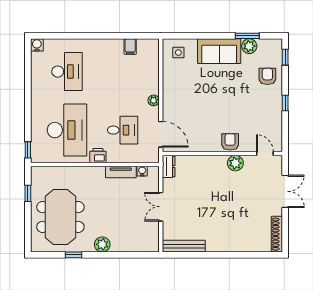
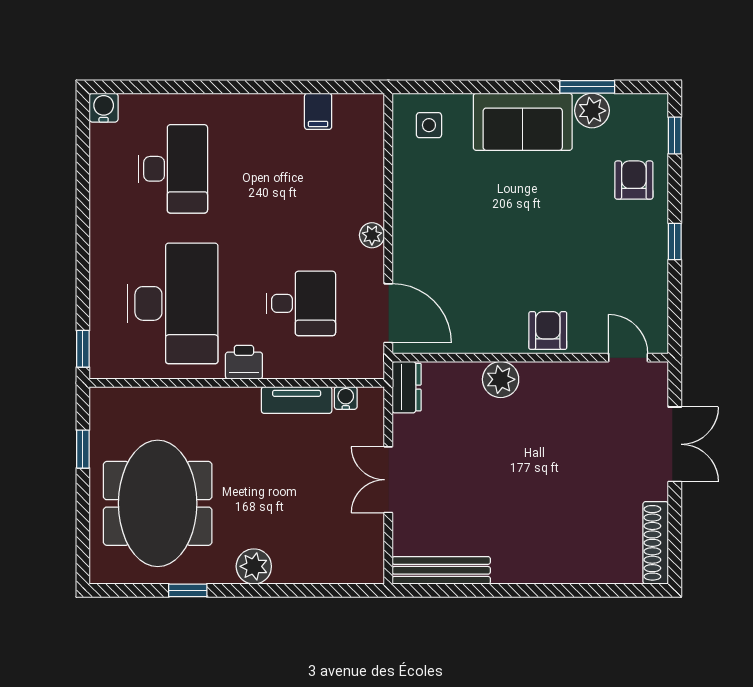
plant: (235, 163) -> (501, 379), moved

